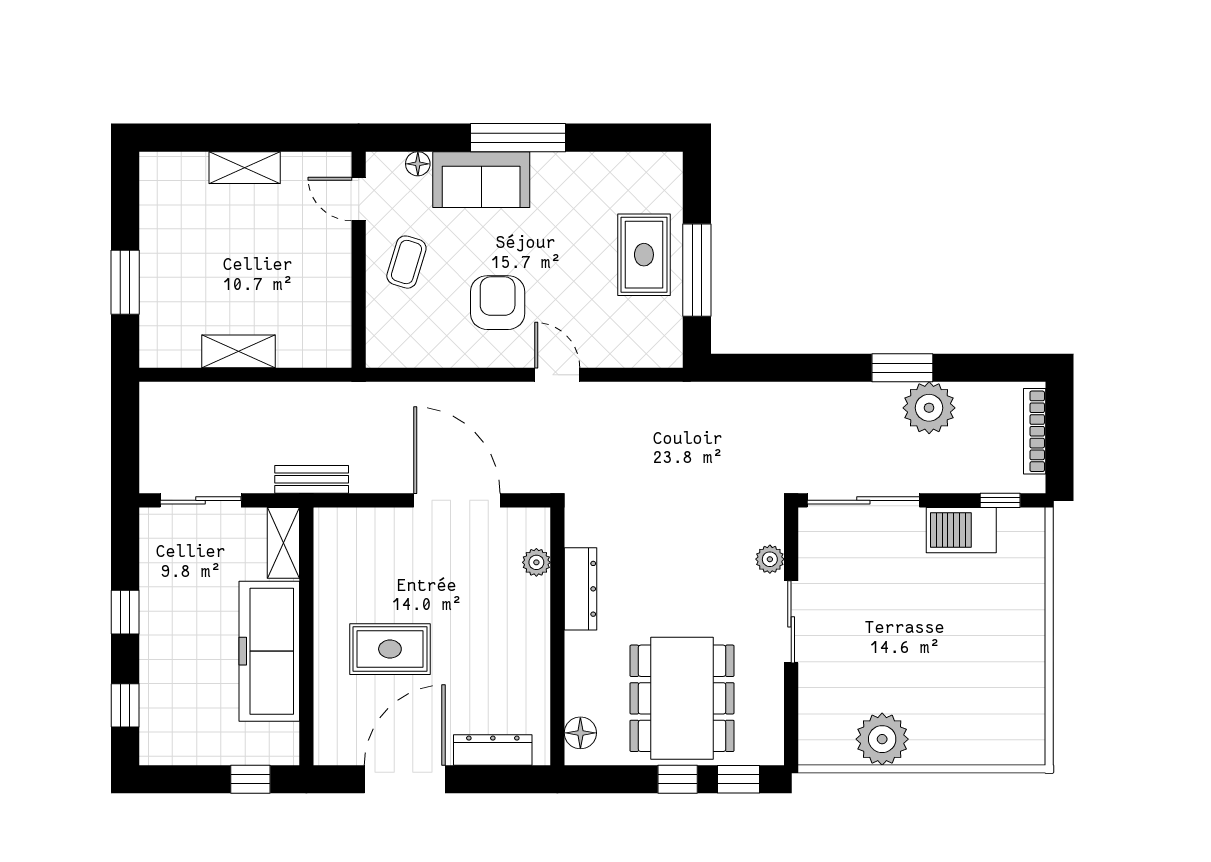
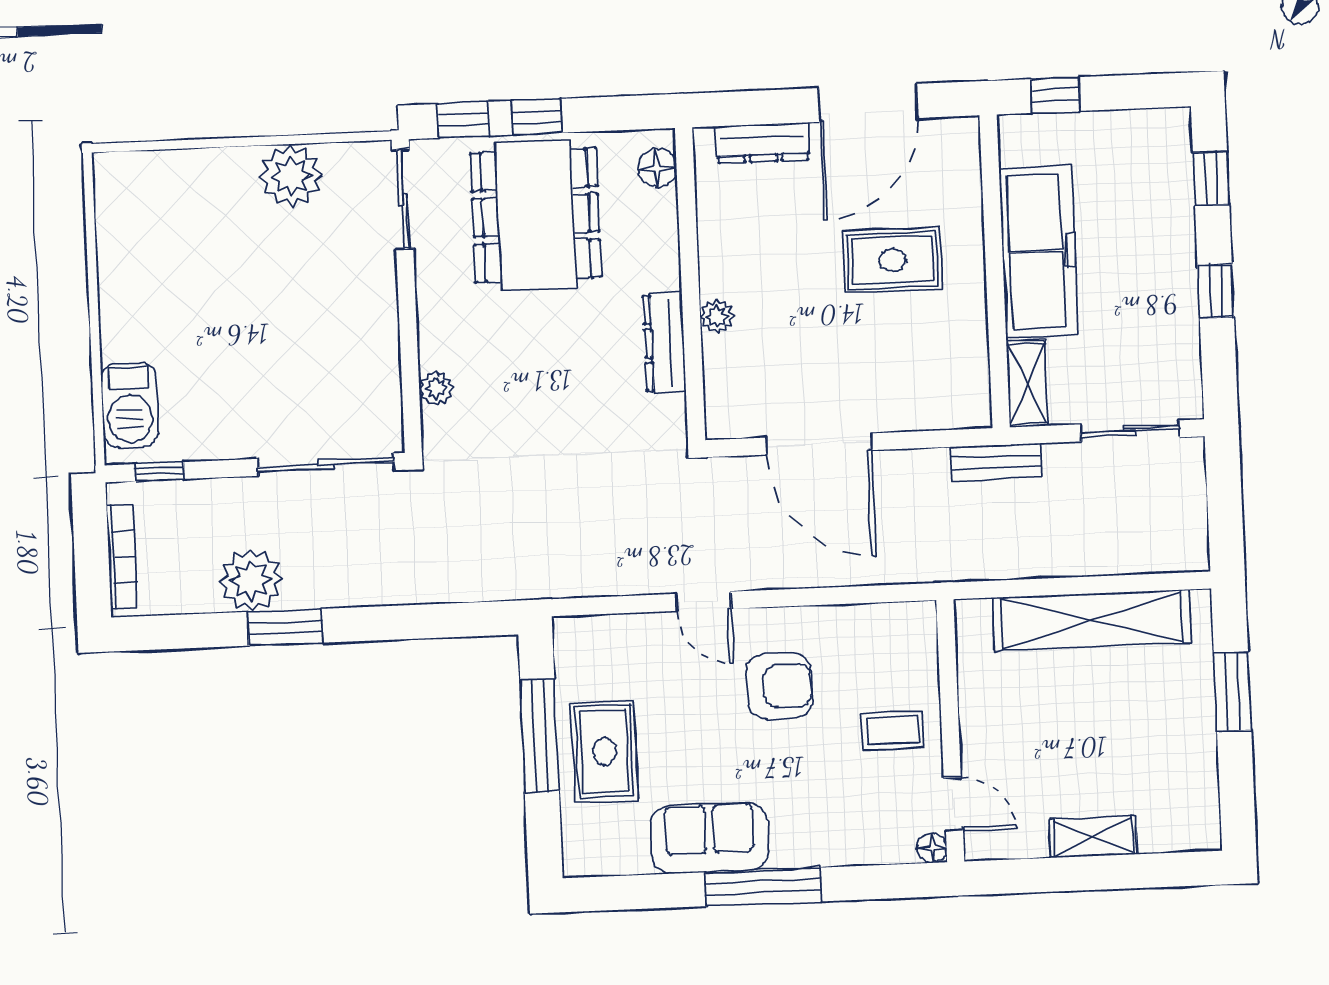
floor lamp: (418, 164) -> (932, 848), moved
sofa: (481, 180) -> (710, 838), moved
coffee table: (406, 262) -> (892, 730), turned 73
armchair: (498, 303) -> (780, 686), turned -90
shelving: (239, 351) -> (1092, 620), width x2.20, depth x1.33
barbecue: (961, 530) -> (130, 405), moved, turned 90
plant: (536, 562) -> (717, 317), moved
sliding door: (791, 622) -> (403, 199), moved

